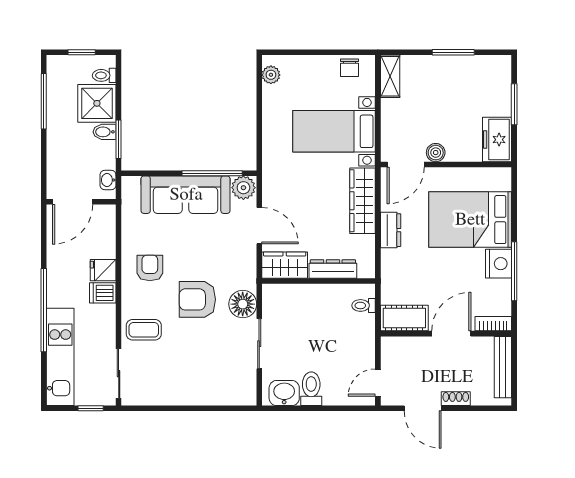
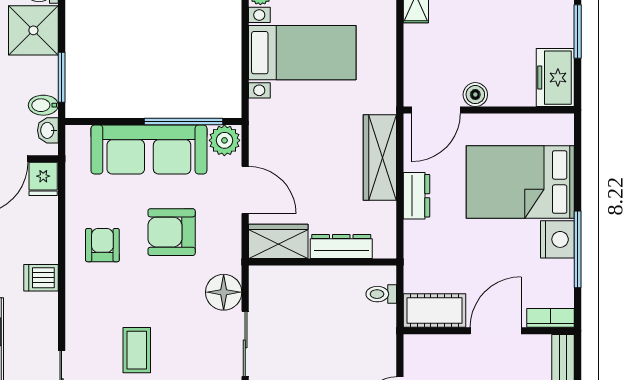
bed with nightstands: (334, 131) -> (302, 53), moved, turned 180
bidet: (104, 132) -> (43, 105), moved
fridge: (103, 270) -> (43, 179), moved, turned -90
armchair: (197, 299) -> (172, 232), moved
coffee table: (144, 330) -> (137, 350), moved, turned 90

